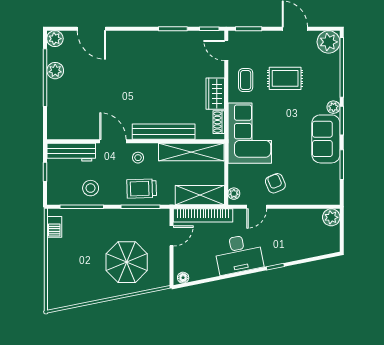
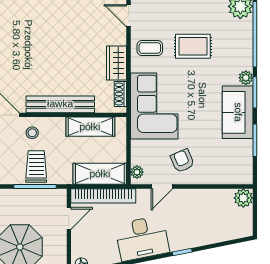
coffee table: (246, 80) -> (150, 48), turned 90
shelving: (191, 152) -> (90, 127), width x0.68
trolley: (142, 189) -> (36, 167), turned 92

